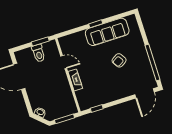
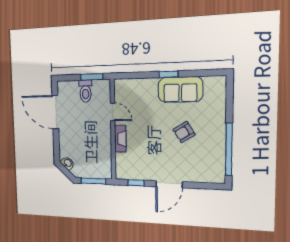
sofa: (107, 32) -> (180, 89), width x0.73
door: (144, 93) -> (169, 184), moved

